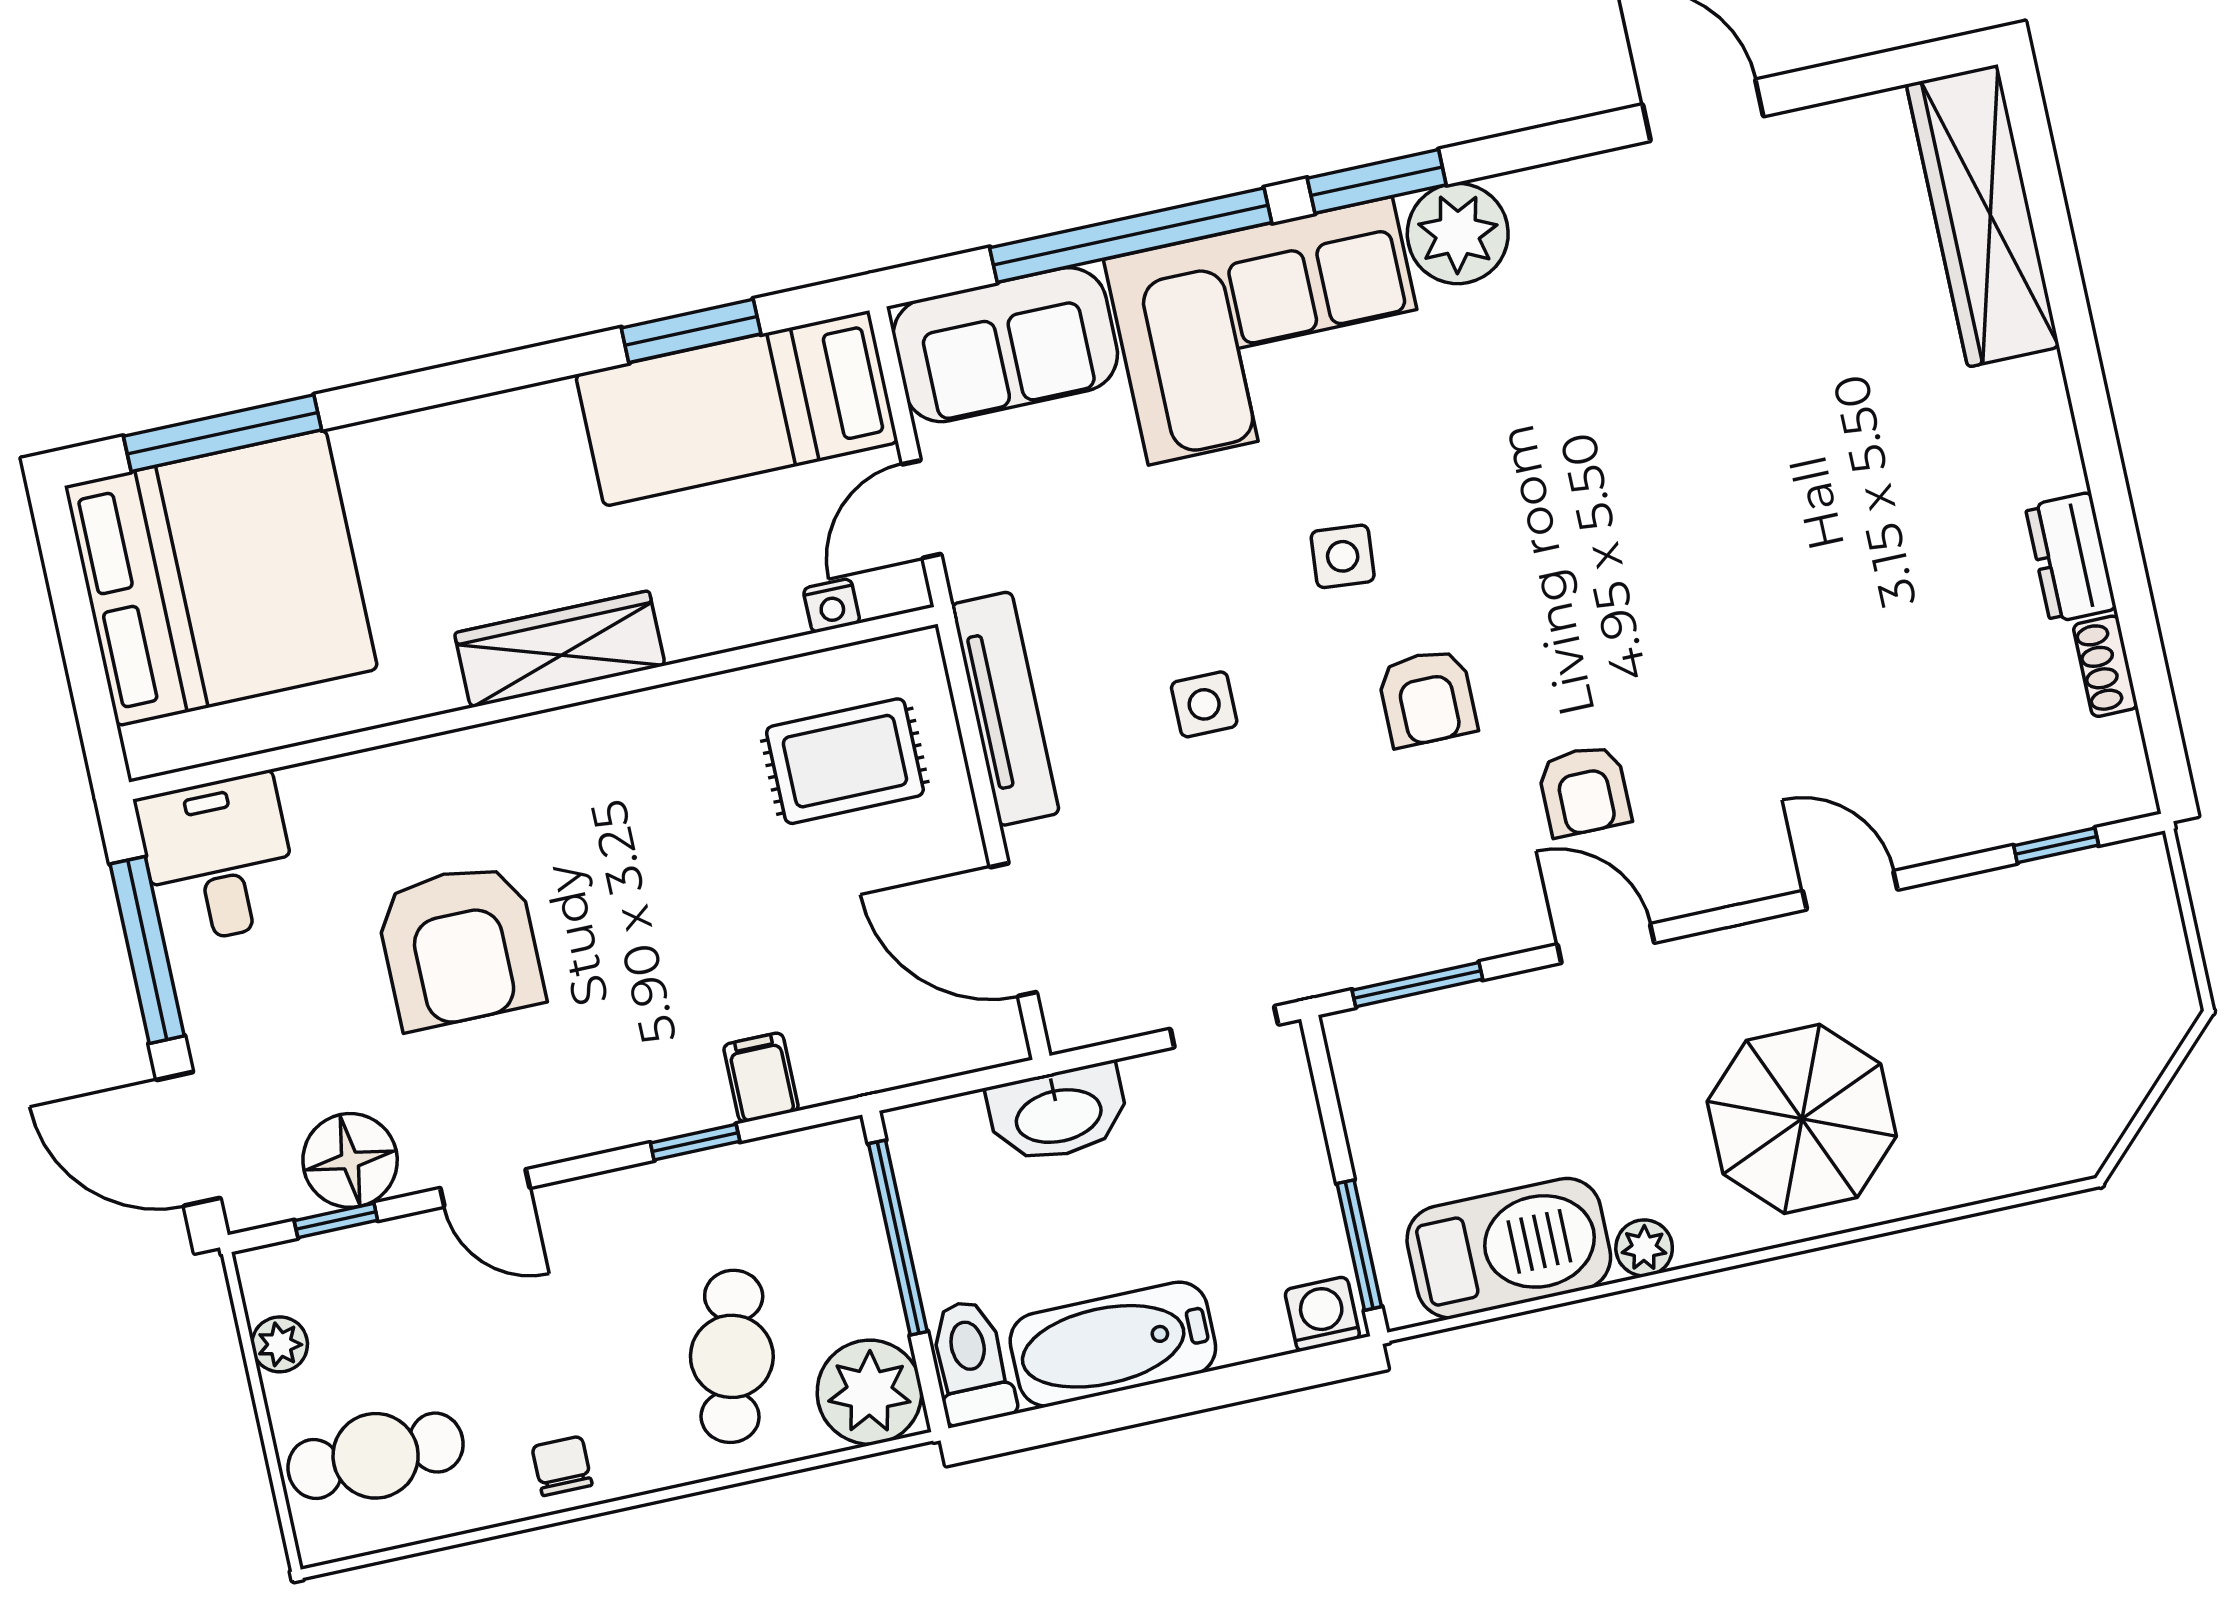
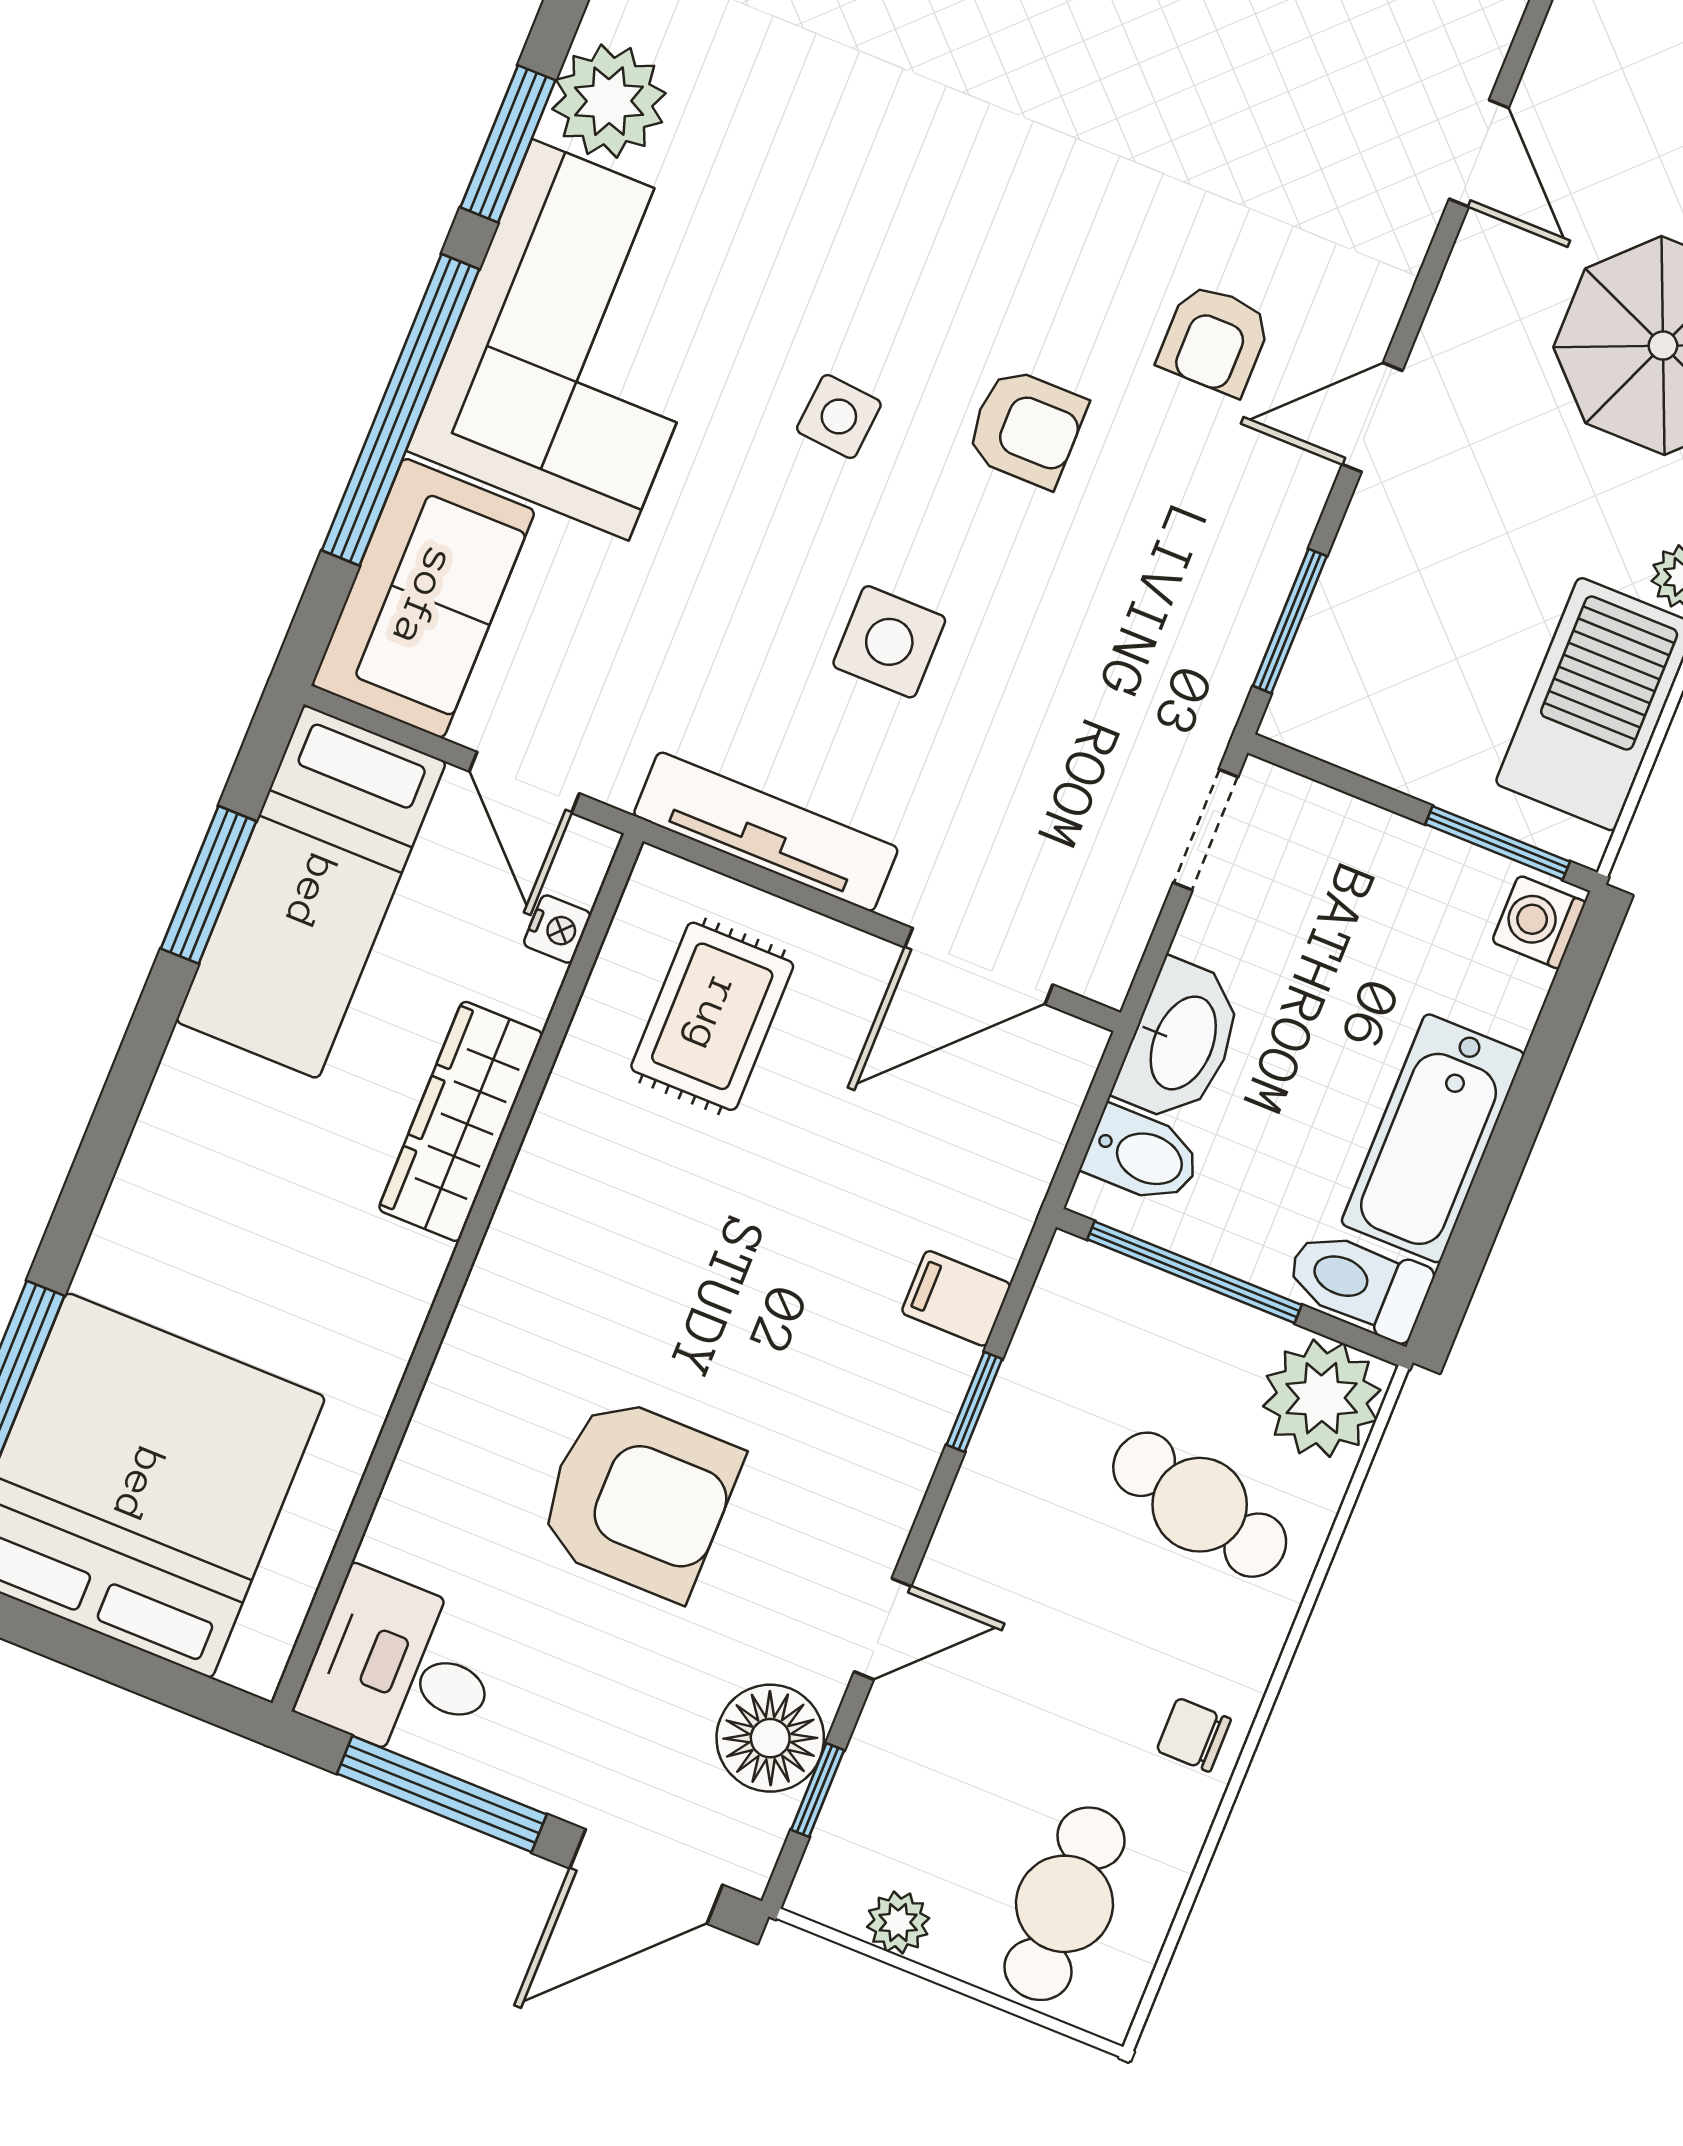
wardrobe: (560, 649) -> (461, 1121), moved
side table: (1204, 704) -> (889, 642), width x1.37, depth x1.37
armchair: (1584, 791) -> (1214, 340), turned 90
door: (1850, 890) -> (1479, 153), swing flipped
bidet: (957, 1142) -> (1142, 1156), added

